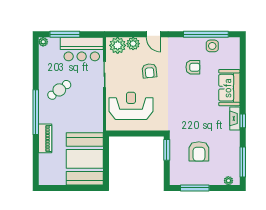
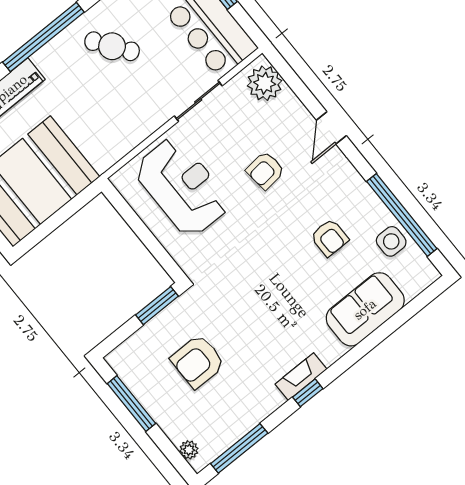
plant: (133, 44) -> (289, 107), removed
sofa: (229, 88) -> (365, 309), moved

